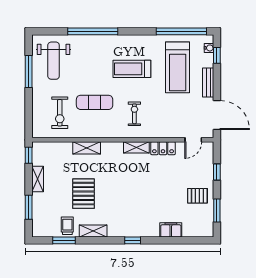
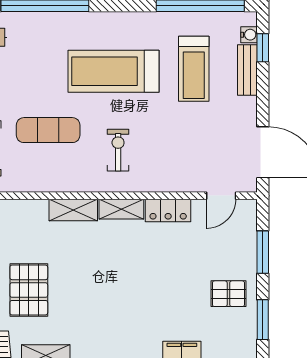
treadmill: (178, 67) -> (194, 69), width x0.73, depth x0.73
treadmill: (132, 69) -> (114, 71), width x1.37, depth x1.38
bench: (208, 82) -> (247, 70), moved
shelving: (87, 148) -> (73, 210), moved
window: (217, 172) -> (263, 252), width x1.50

